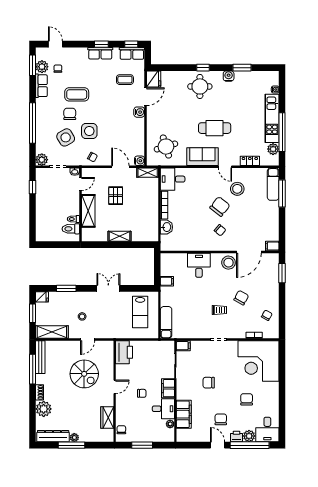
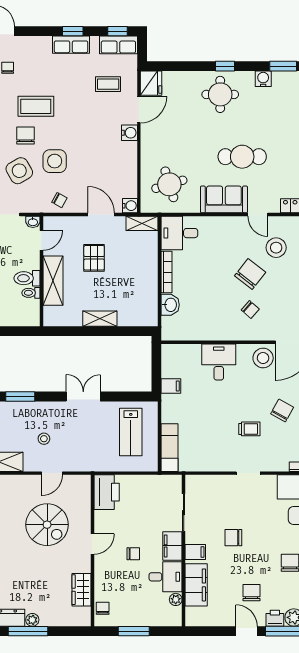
toilet: (71, 229) -> (27, 278), moved
filing cabinet: (183, 346) -> (195, 552), moved

